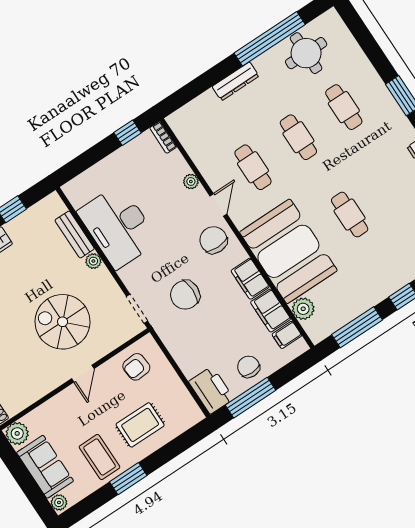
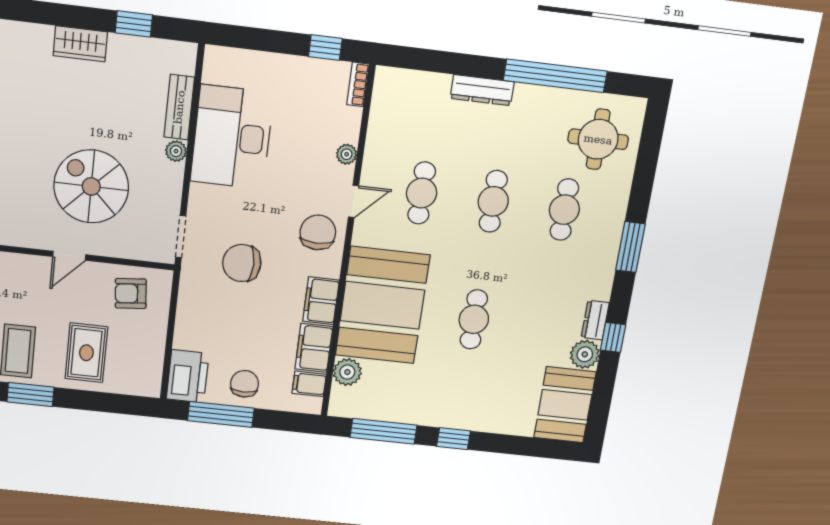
round table: (306, 53) -> (598, 139), moved
rug: (140, 425) -> (86, 353), turned 90

